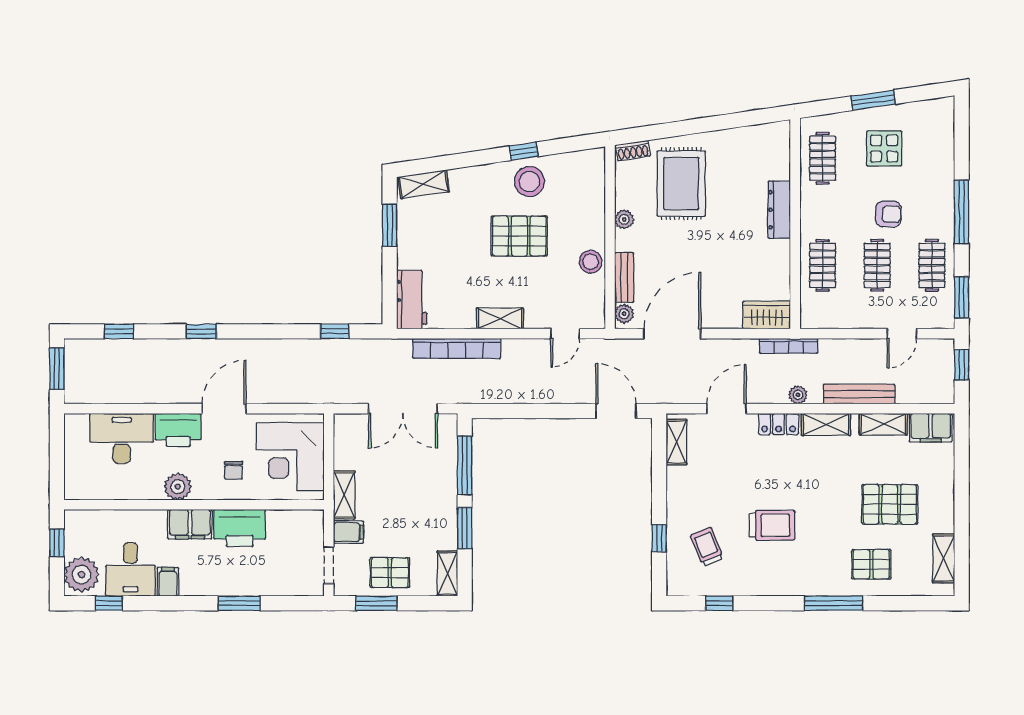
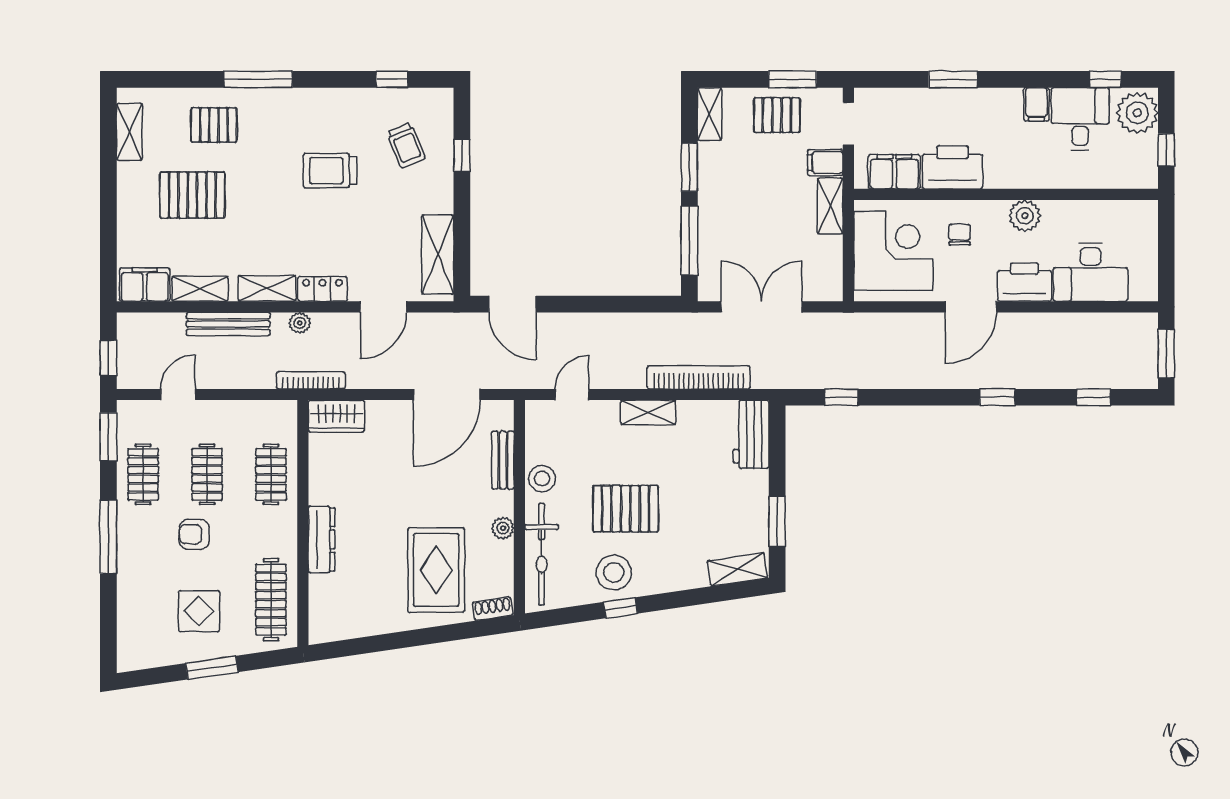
clothes rail: (823, 158) -> (271, 600), width x1.36
bicycle: (591, 197) -> (542, 554), added
plant: (624, 314) -> (503, 418), removed
shelving: (676, 442) -> (438, 254), width x1.50, depth x1.33
filing cabinet: (190, 524) -> (894, 172), moved

